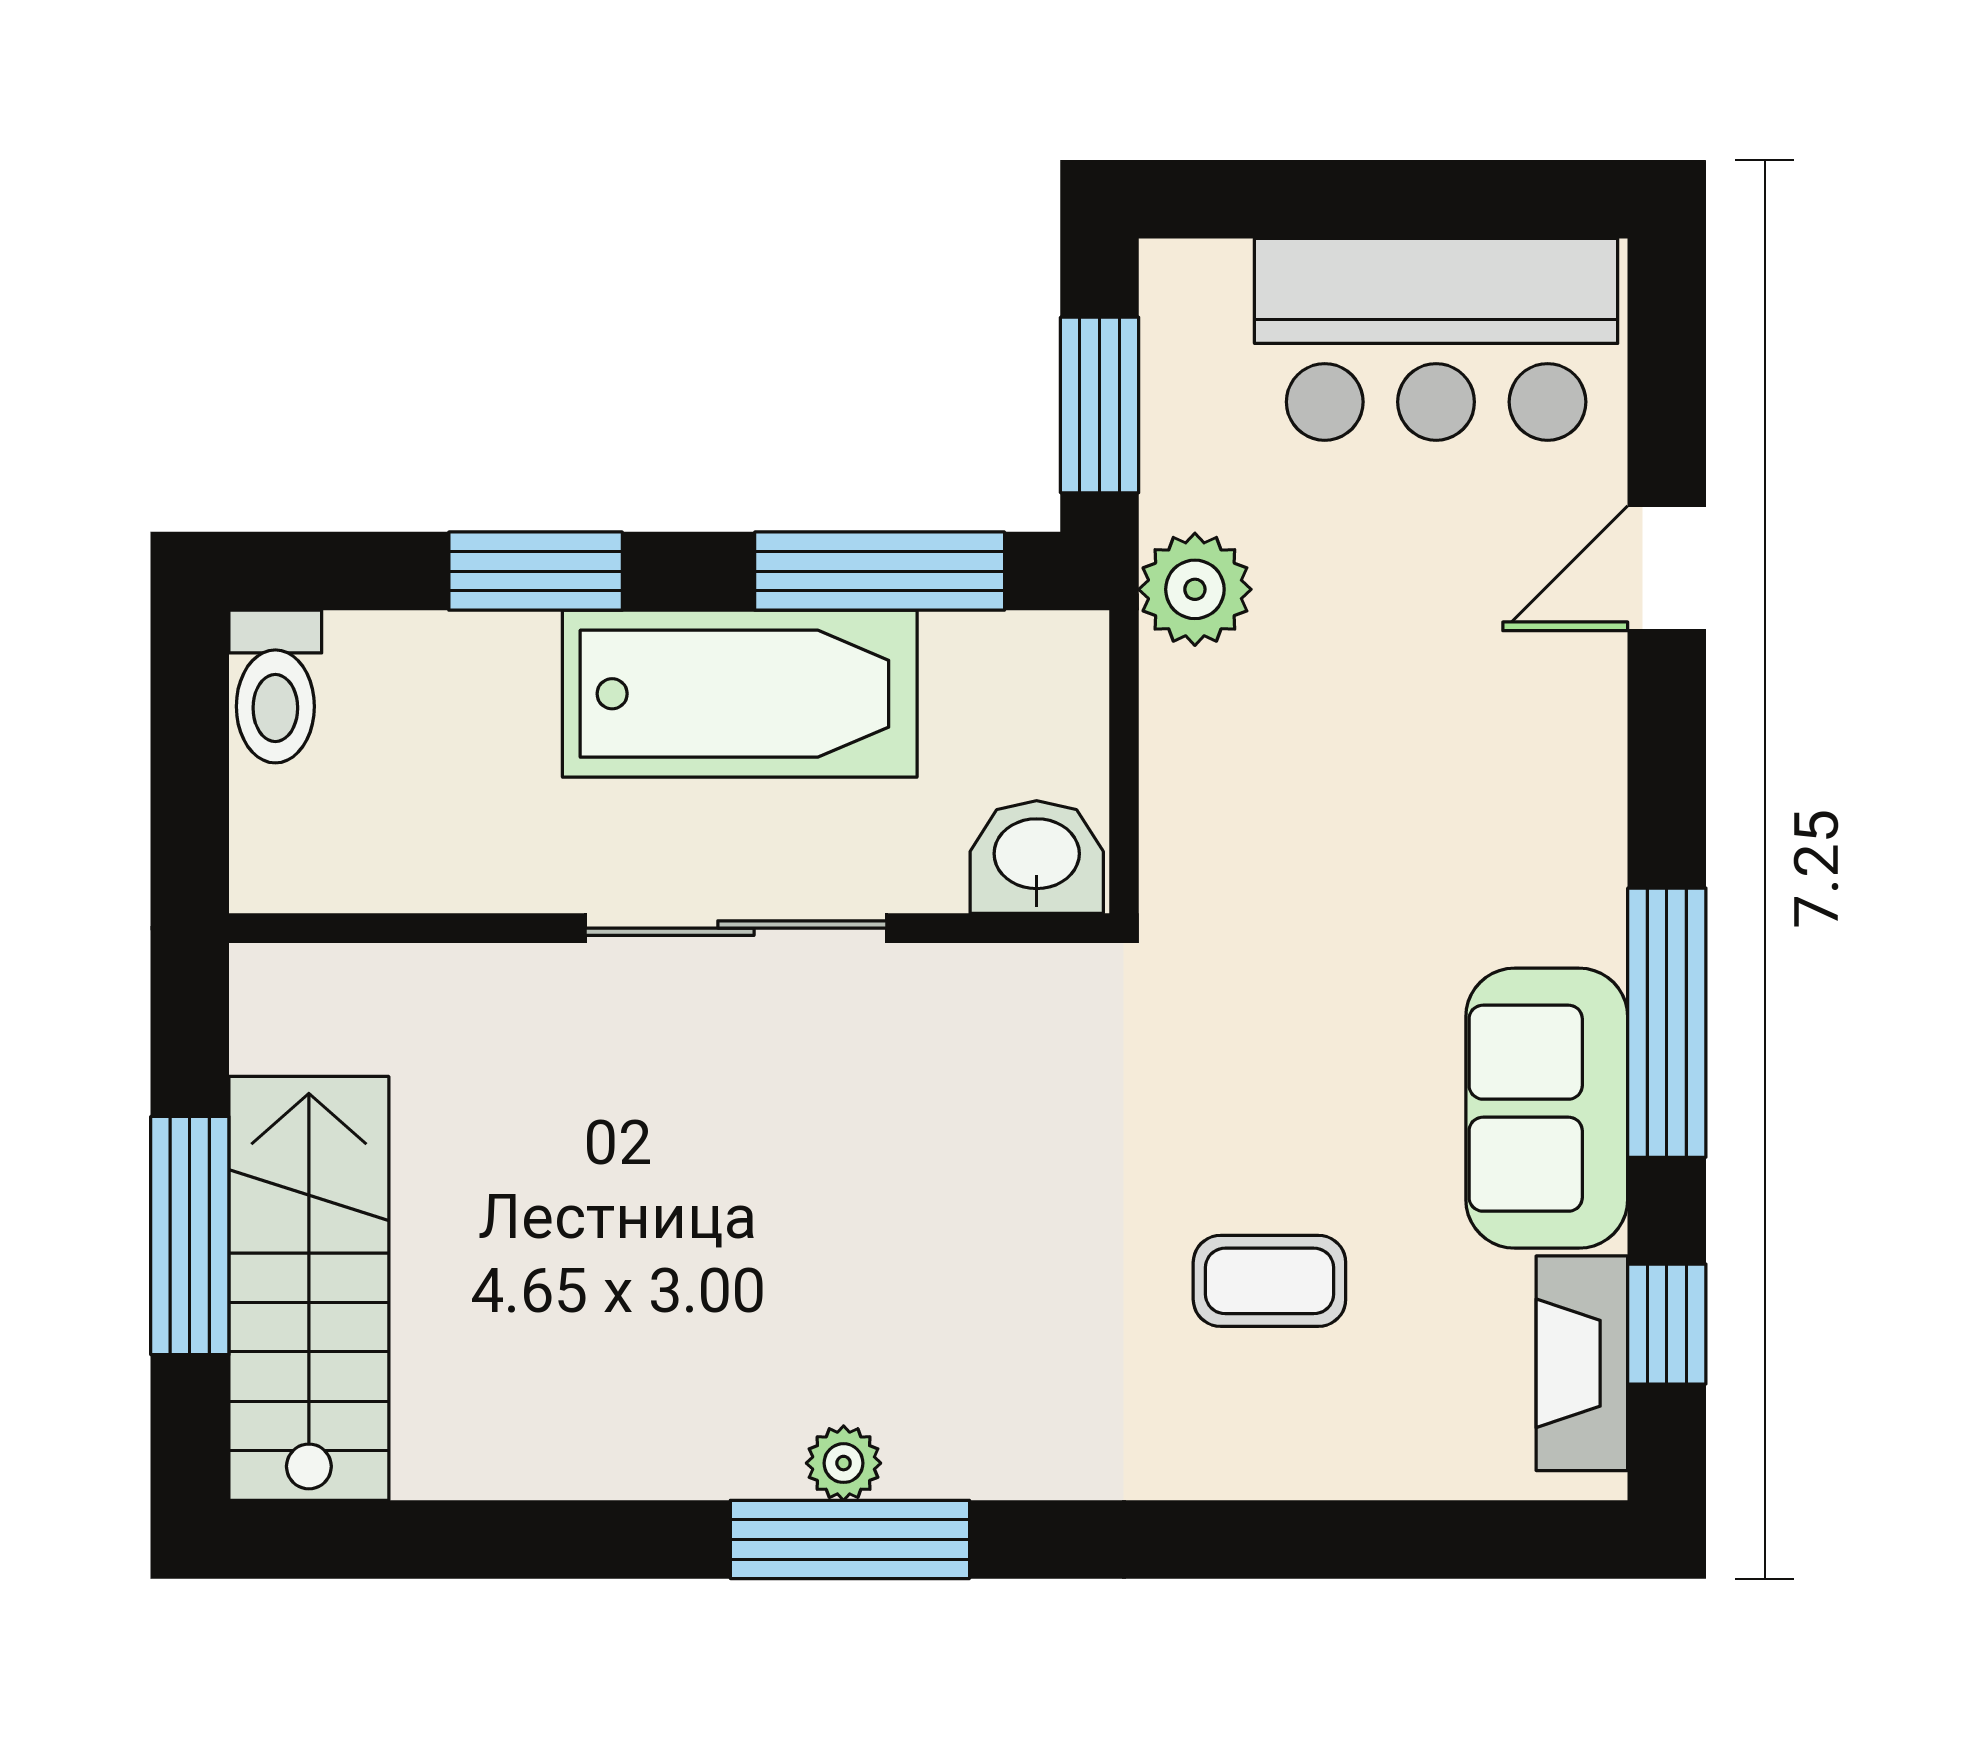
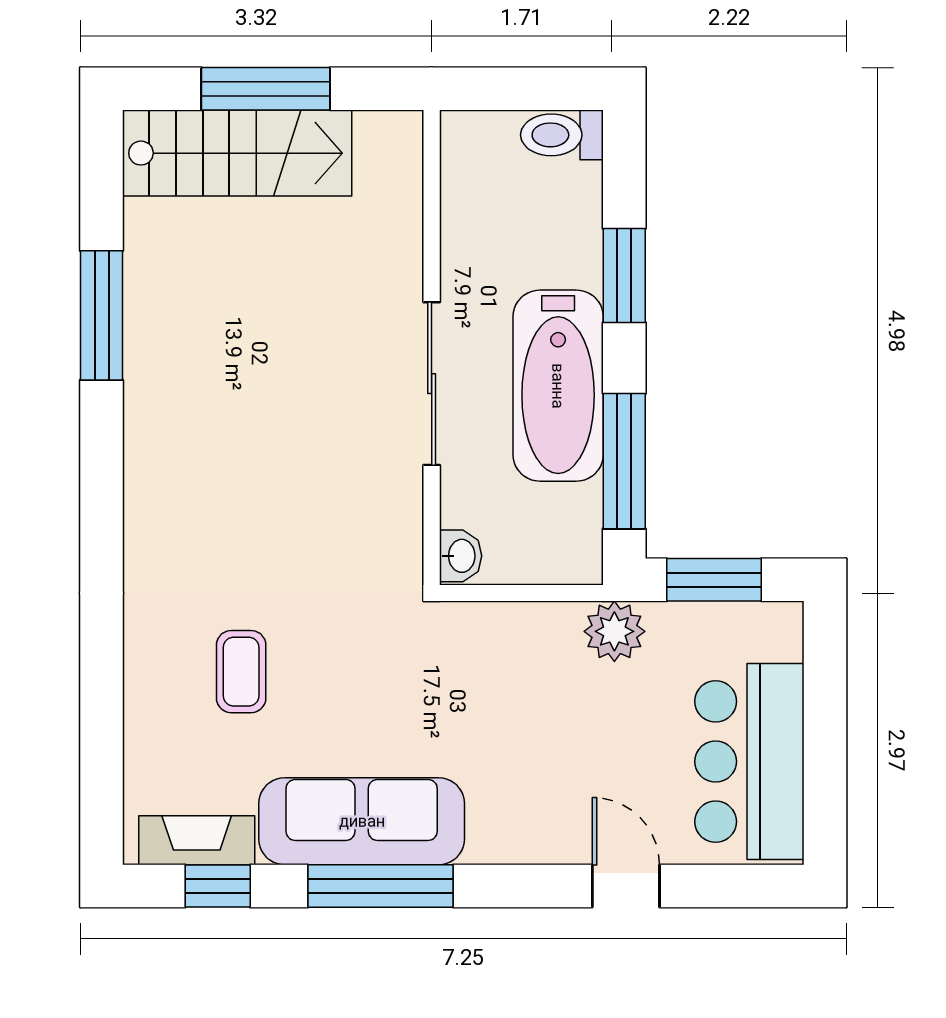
washbasin: (1037, 857) -> (461, 556), width x0.72, depth x0.69
sofa: (1547, 1108) -> (362, 821), width x1.36
plant: (844, 1463) -> (143, 442), removed
window: (850, 1539) -> (102, 315), moved

